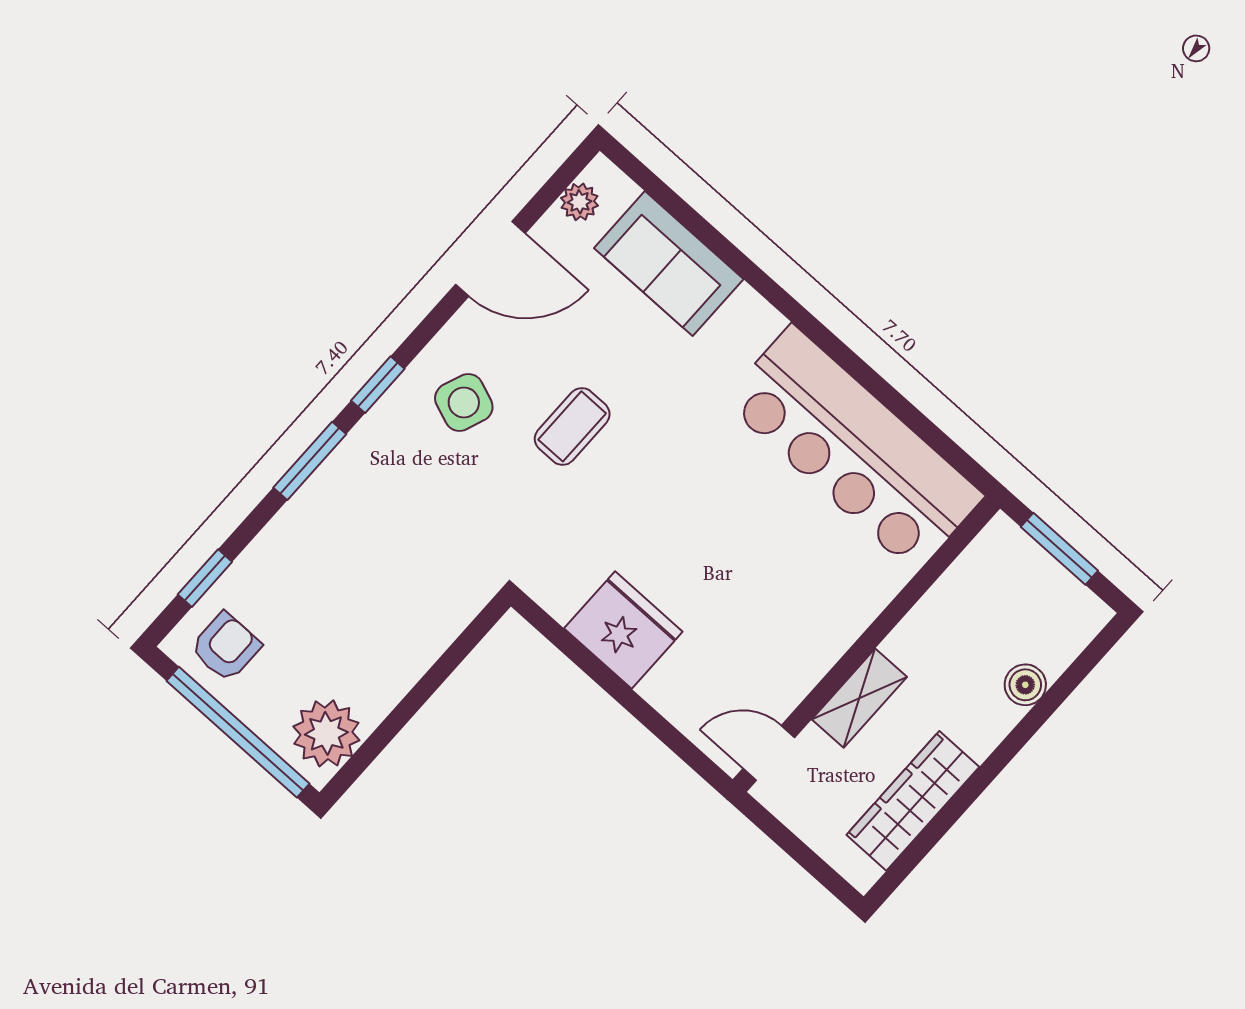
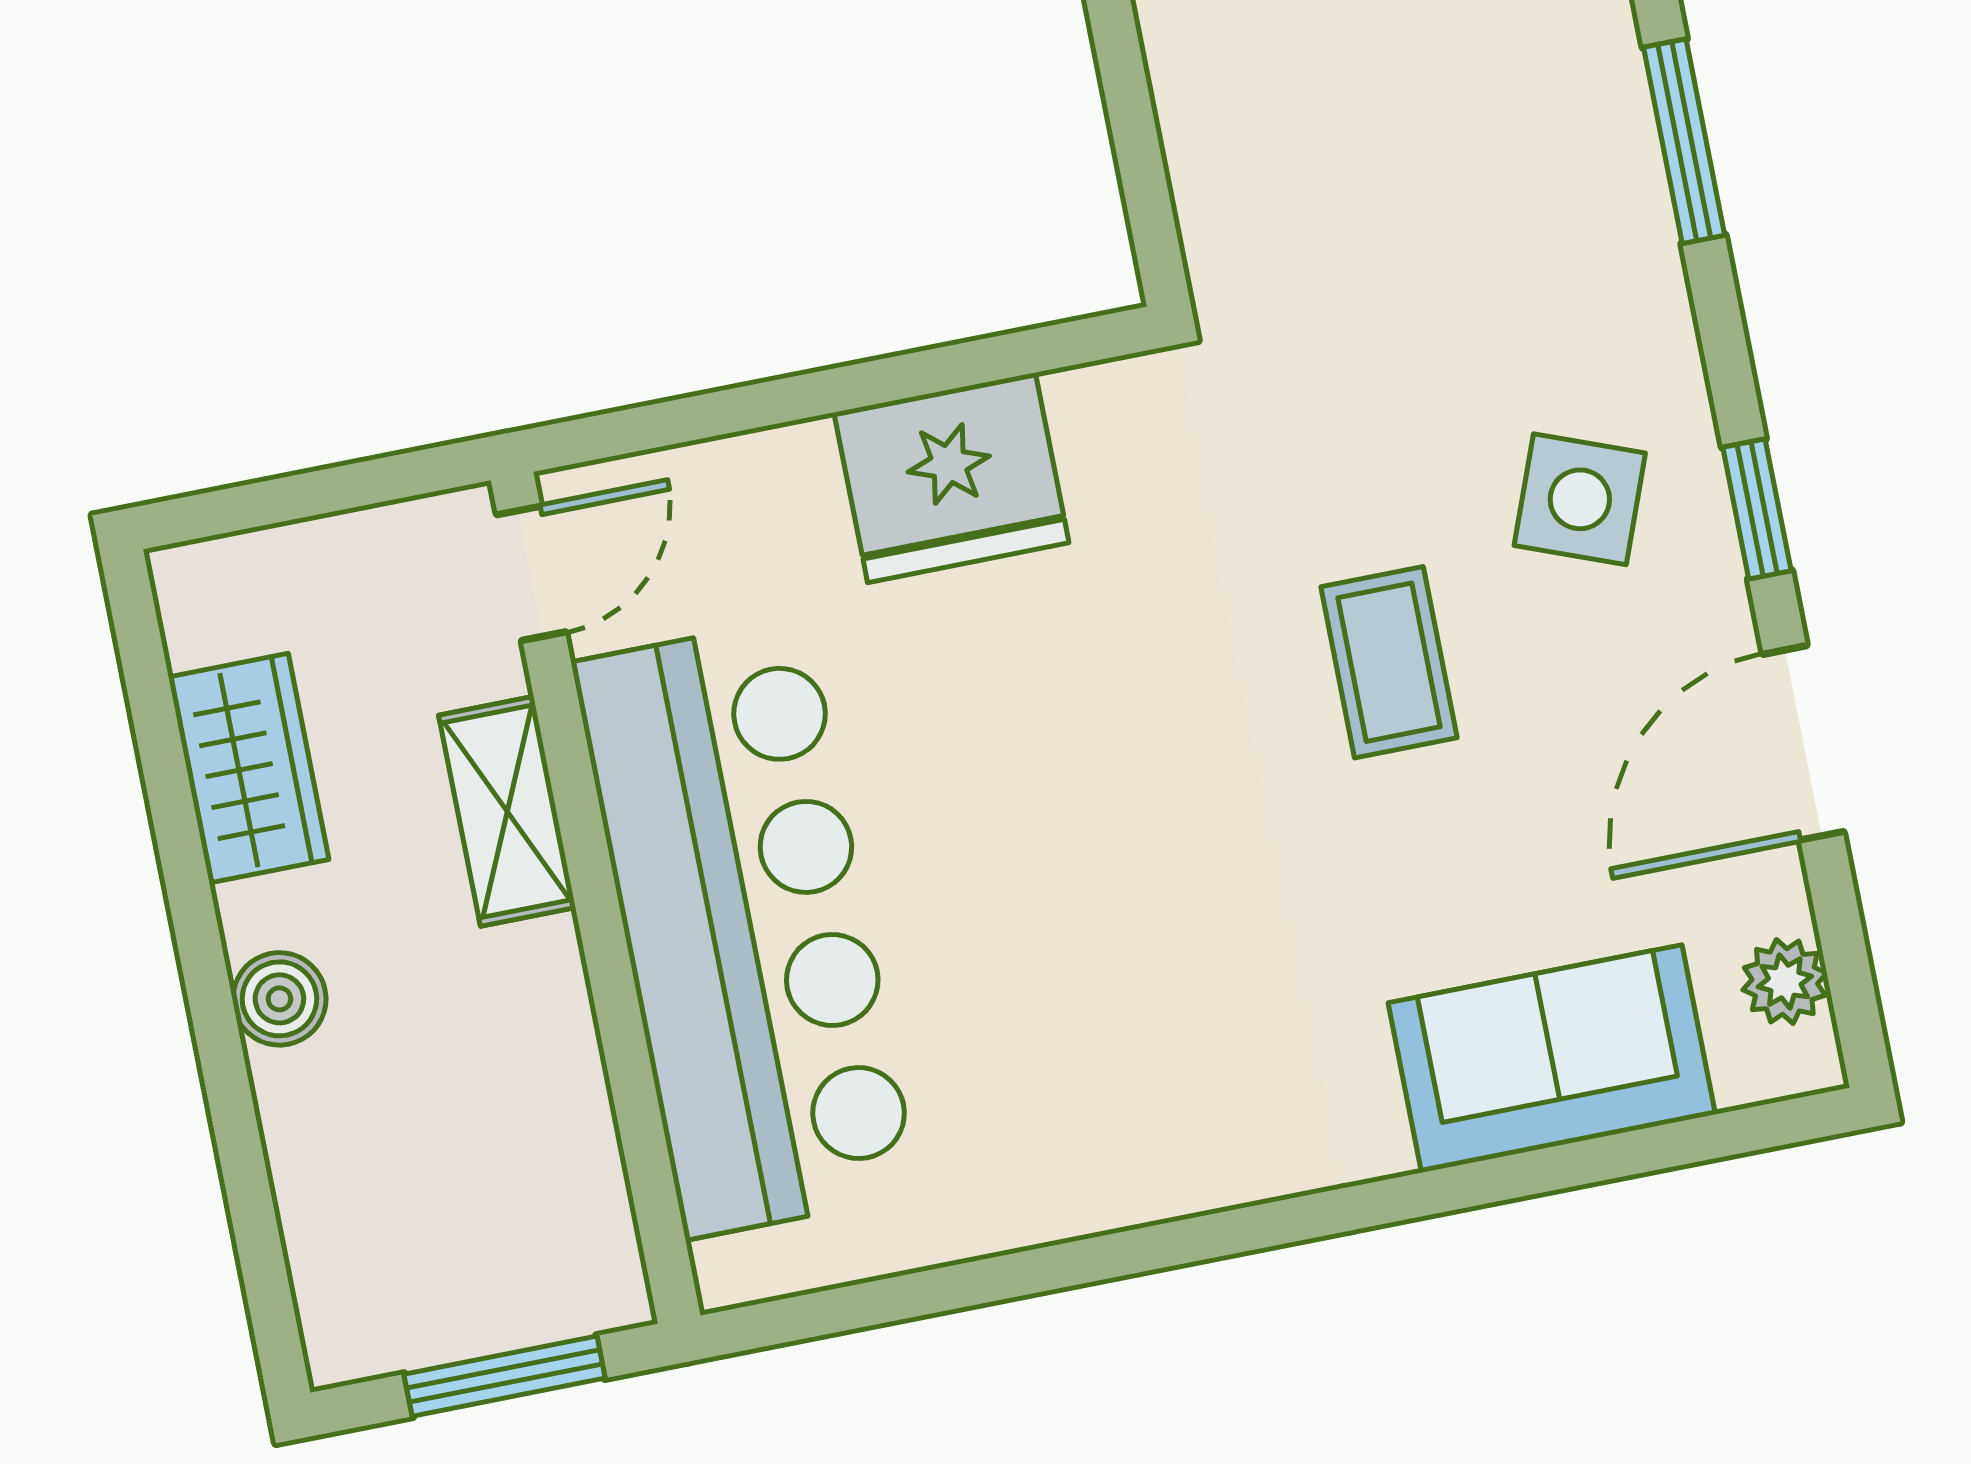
window: (378, 385) -> (1757, 509), moved
bar counter: (853, 449) -> (746, 928), moved, turned 90
boiler: (1025, 685) -> (279, 999), moved
wardrobe: (913, 801) -> (249, 768), width x0.67

